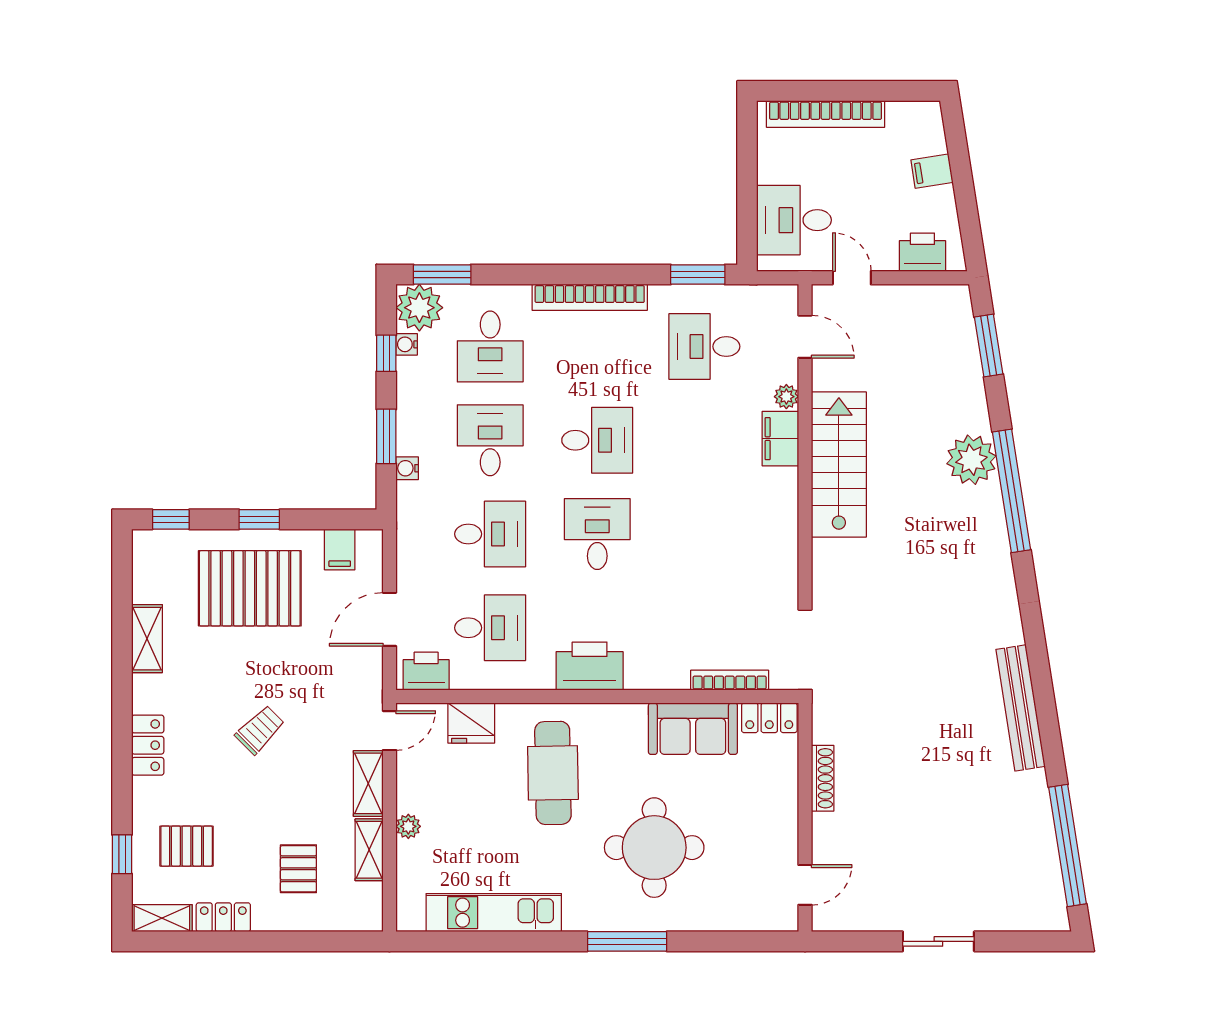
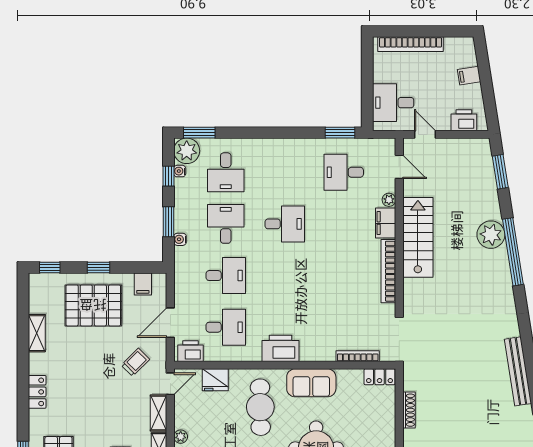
bookcase: (590, 297) -> (388, 271), moved, turned 90
desk: (597, 534) -> (285, 276), removed
sofa: (693, 729) -> (311, 383), moved
trolley: (260, 730) -> (135, 362), moved

